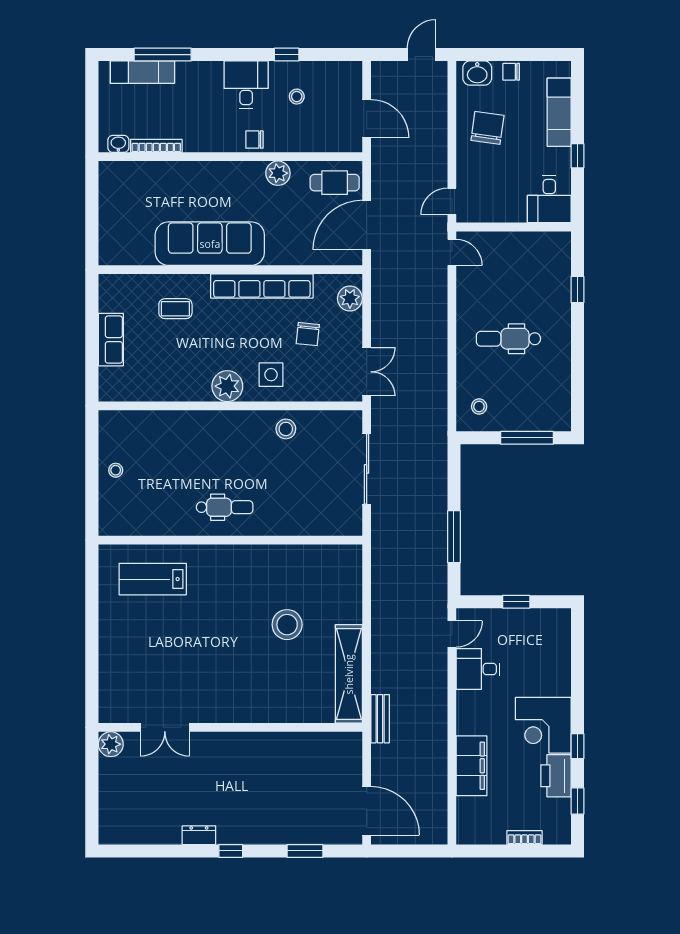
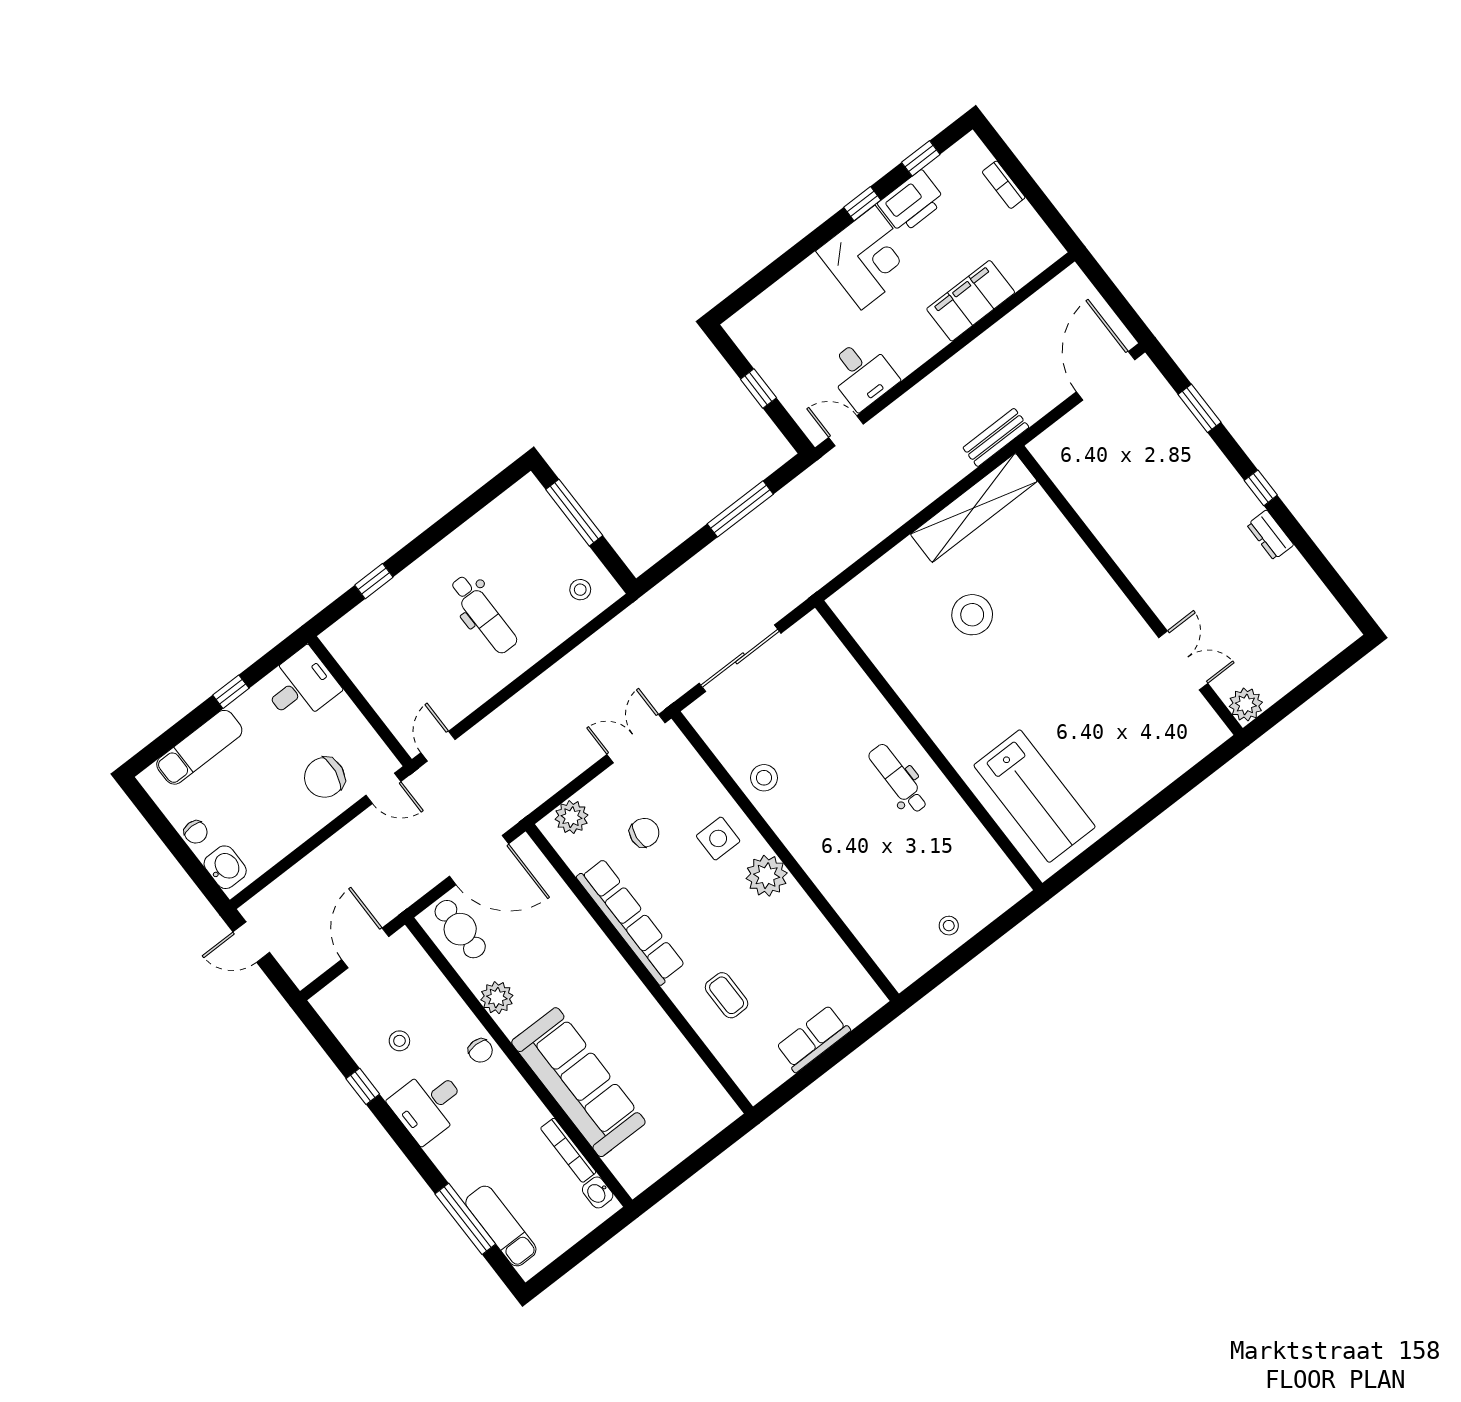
chair: (487, 128) -> (325, 777), moved
sofa: (210, 244) -> (578, 1082), moved, turned 180
lab bench: (153, 579) -> (1035, 796), width x1.36, depth x1.39

